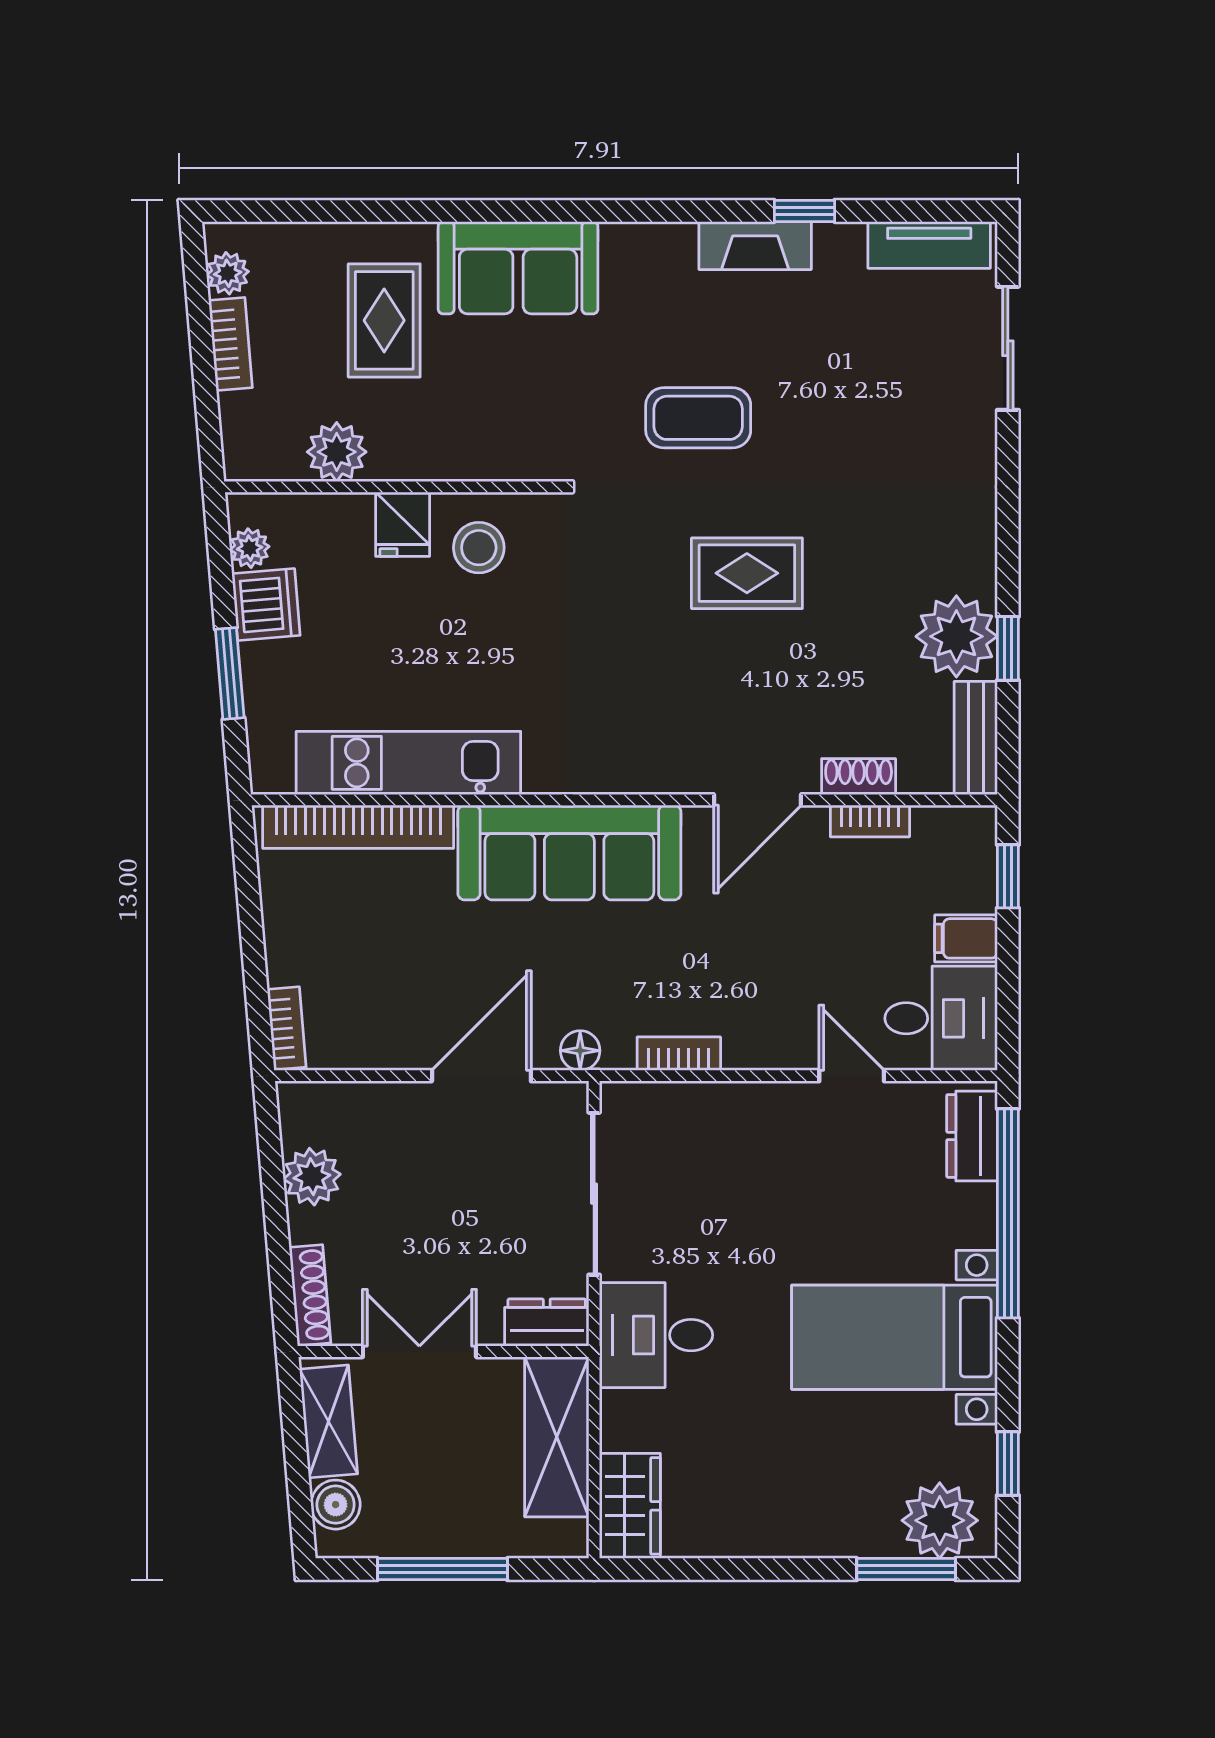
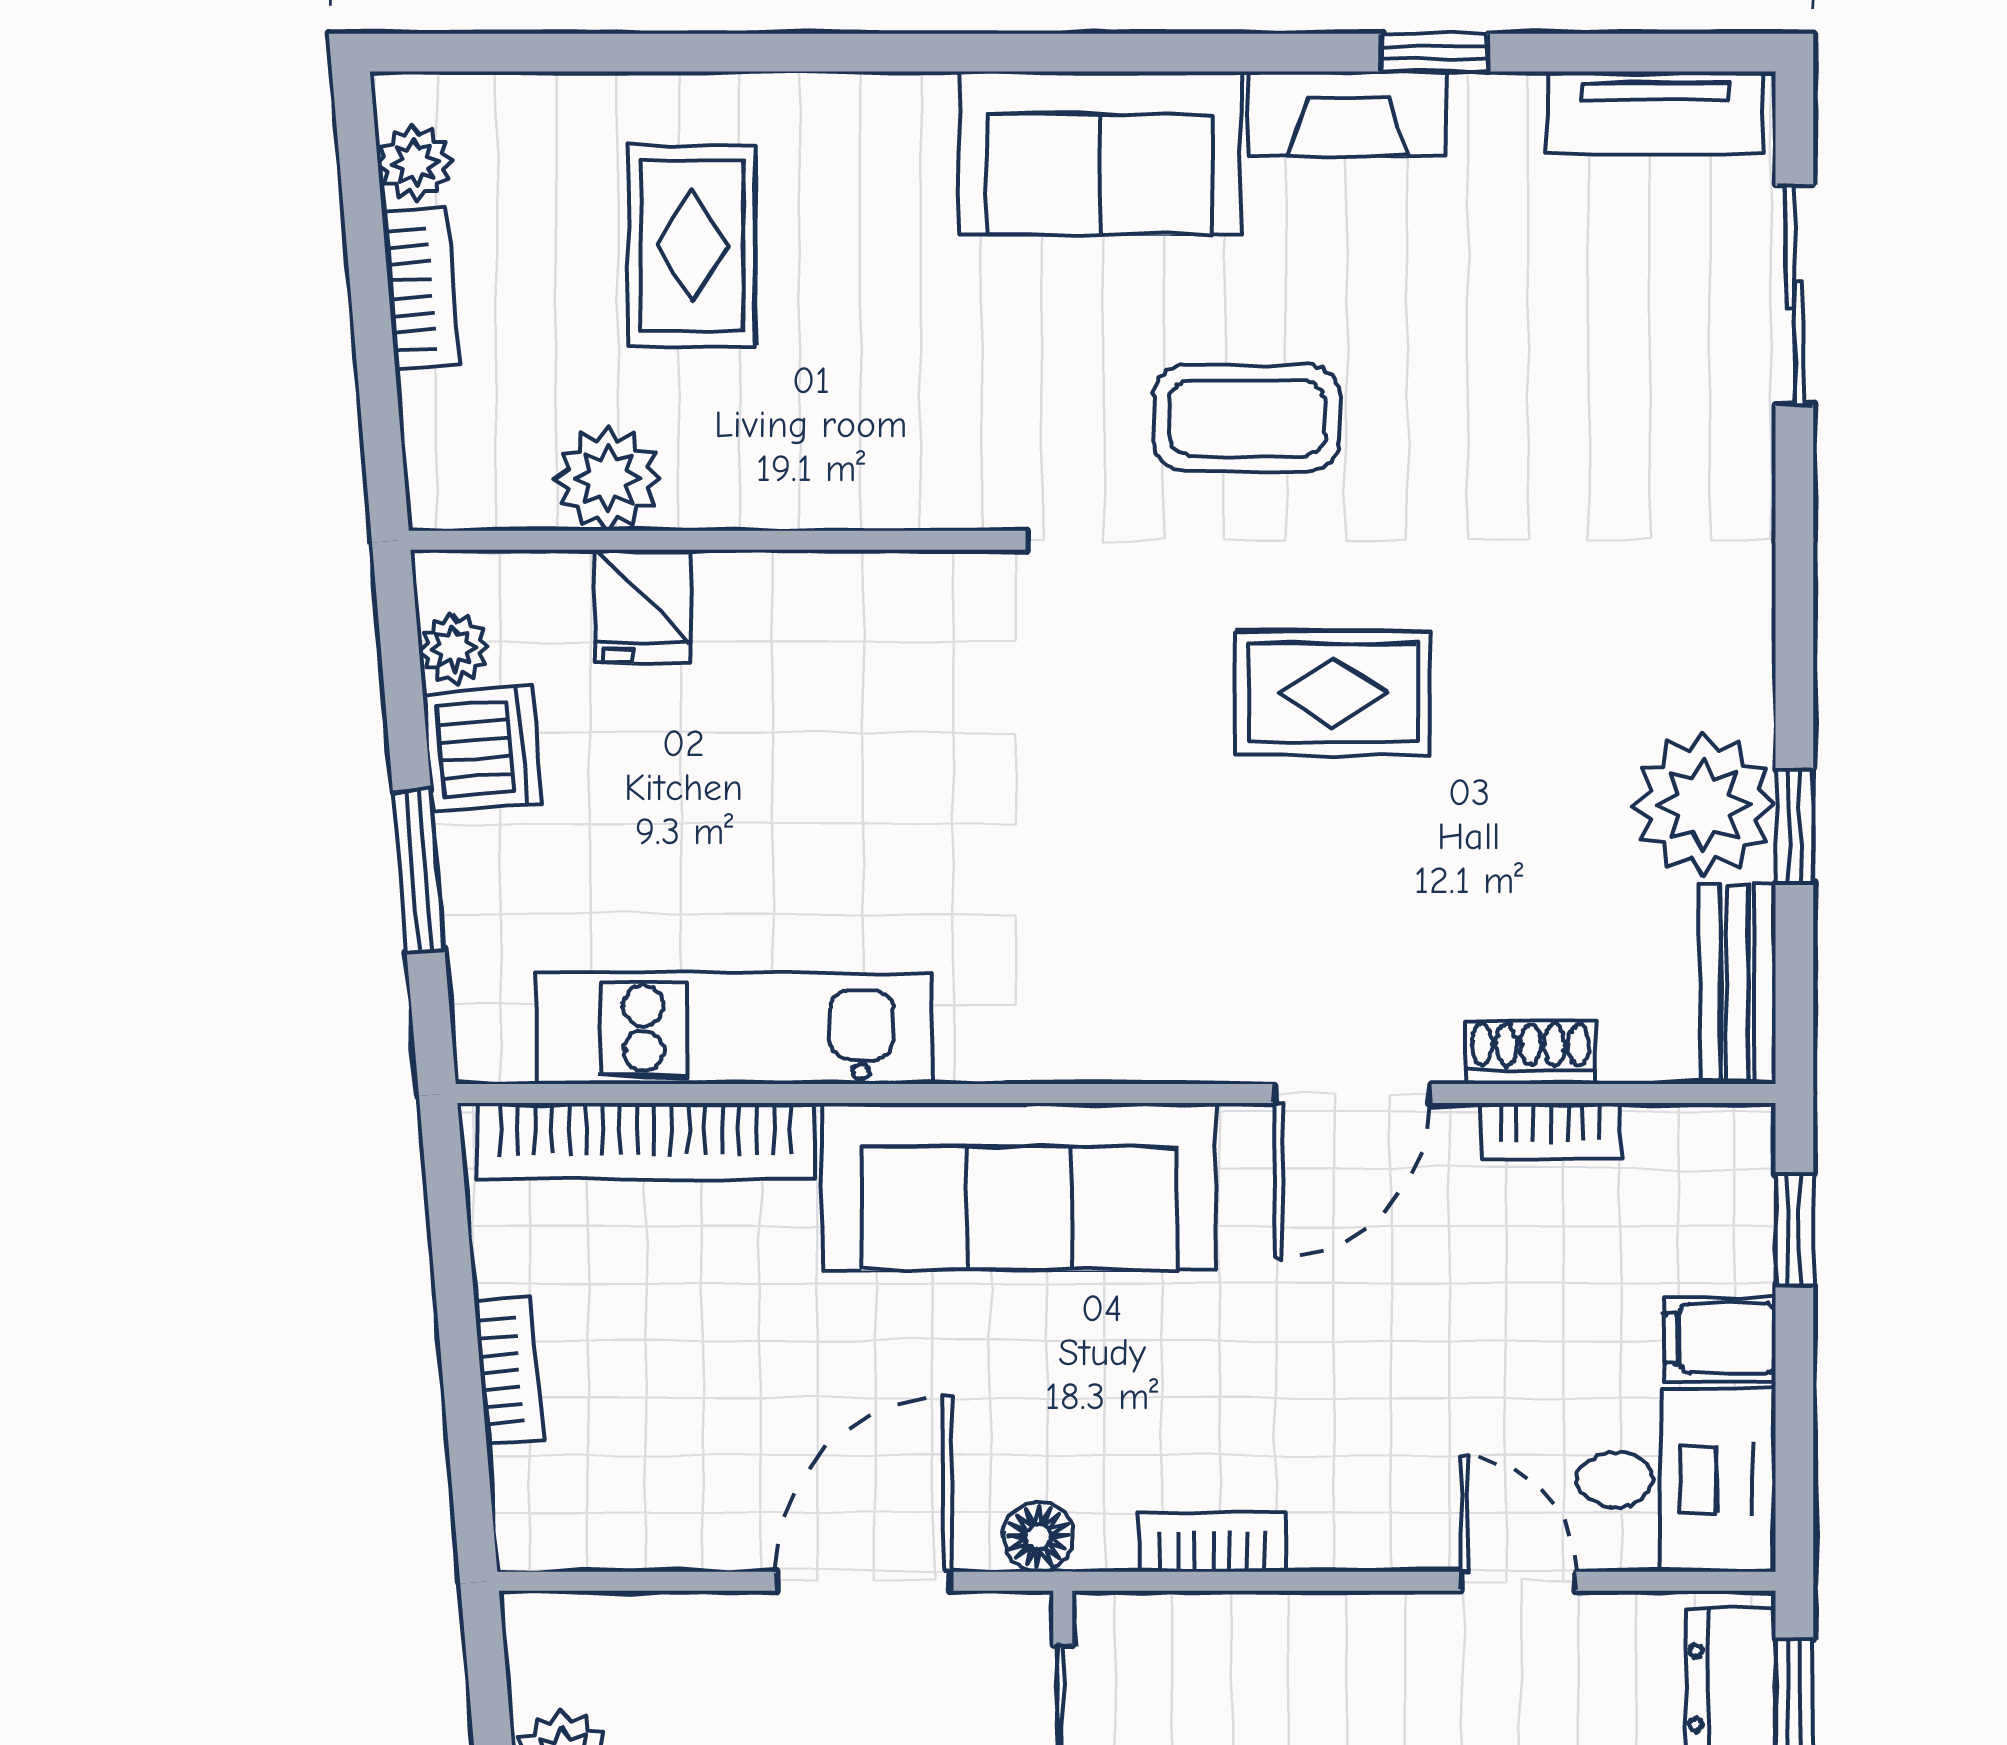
sofa: (518, 268) -> (1100, 153), moved
fridge: (403, 524) -> (643, 606), moved
stool: (479, 548) -> (859, 648), removed
bookcase: (287, 1028) -> (509, 1371), moved

